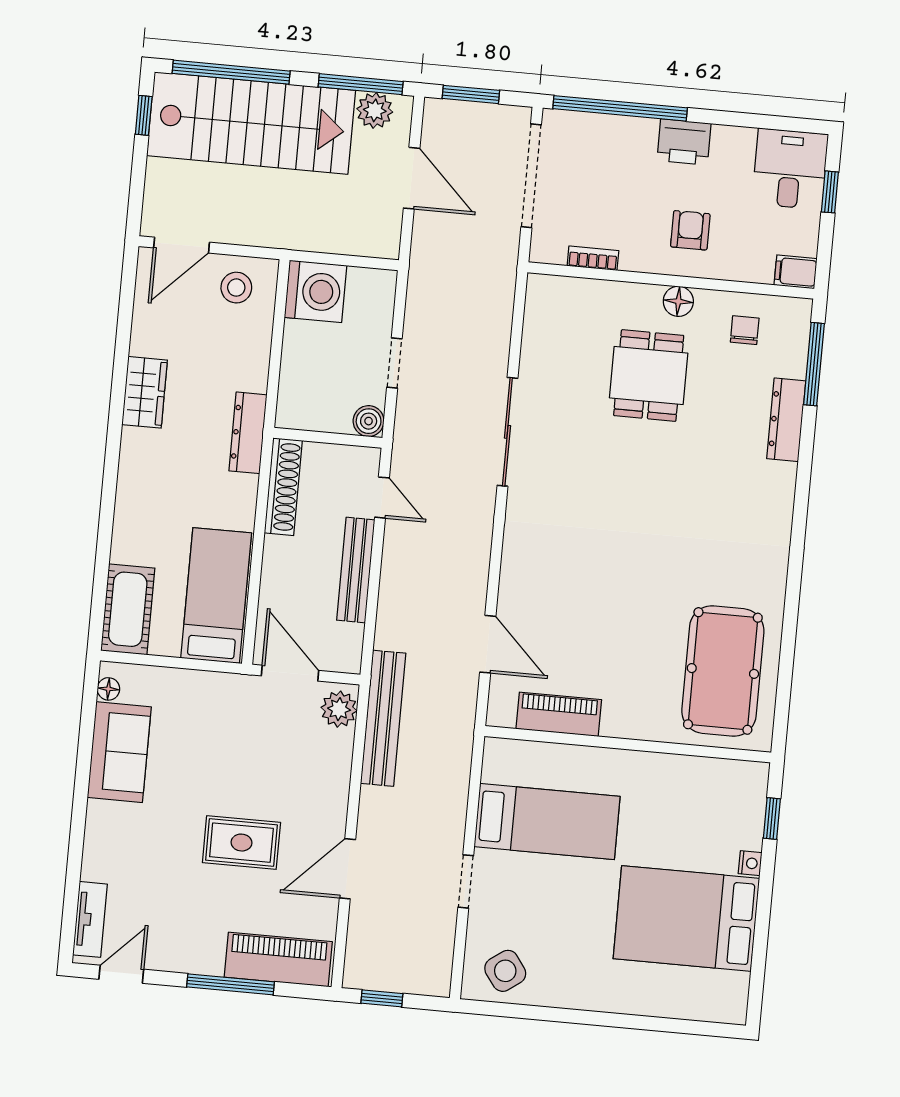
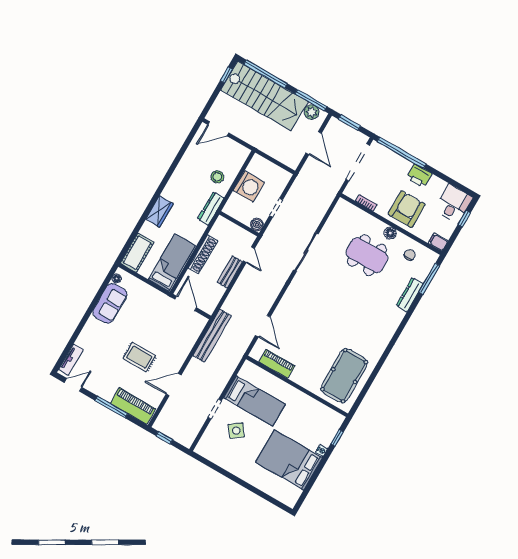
armchair: (690, 230) -> (407, 209), width x1.88, depth x1.88
stool: (236, 288) -> (217, 177), moved
washing machine: (316, 291) -> (249, 186), moved
dining table: (649, 376) -> (367, 255), width x1.38
wardrobe: (145, 392) -> (159, 211), moved
shoe rack: (283, 487) -> (203, 254), moved
bench: (356, 570) -> (230, 272), width x0.73
plant: (339, 709) -> (197, 325), removed
side table: (505, 971) -> (236, 431), moved

